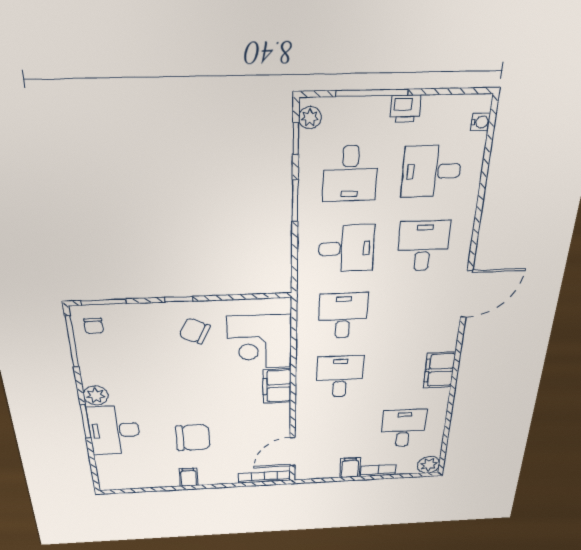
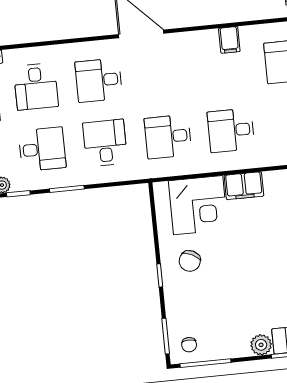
chair: (94, 326) -> (189, 345), turned 90
filing cabinet: (439, 370) -> (229, 40), width x0.50

